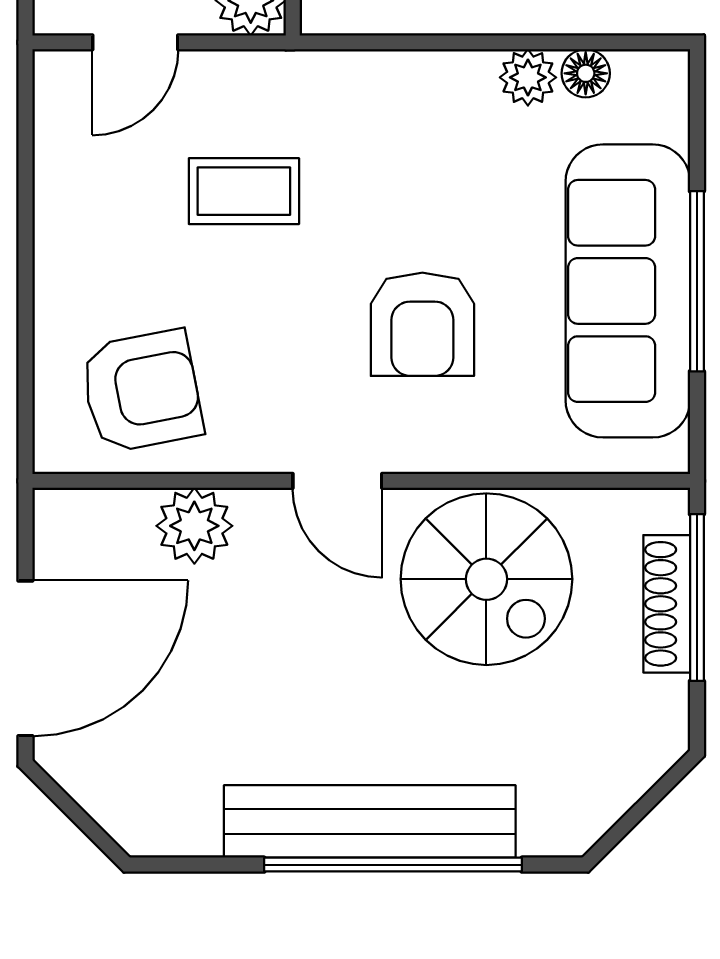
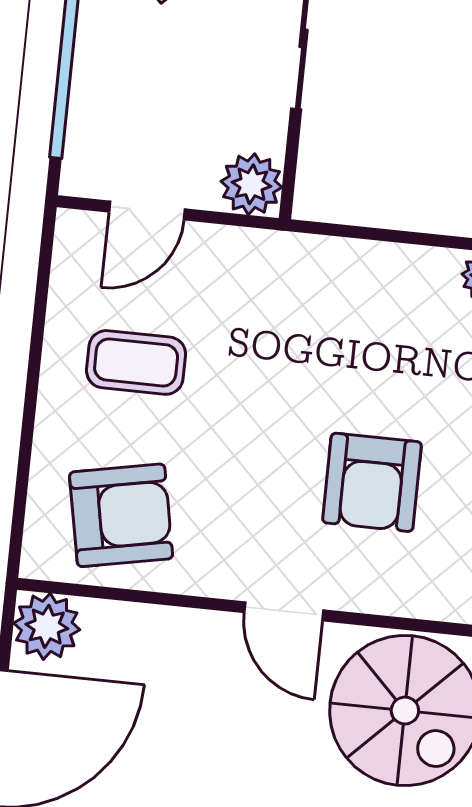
coffee table: (244, 191) -> (136, 362), moved
plant: (194, 526) -> (47, 626), moved

